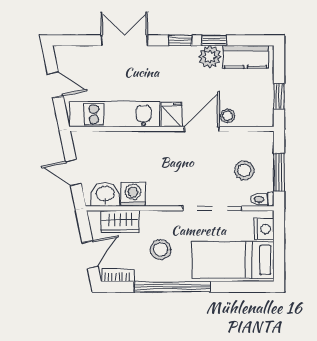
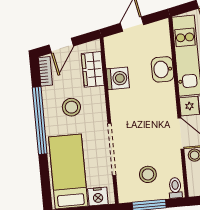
washbasin: (105, 194) -> (163, 69), moved, turned 180
toilet: (262, 199) -> (175, 188), moved
door: (90, 255) -> (61, 46), hinge flipped

